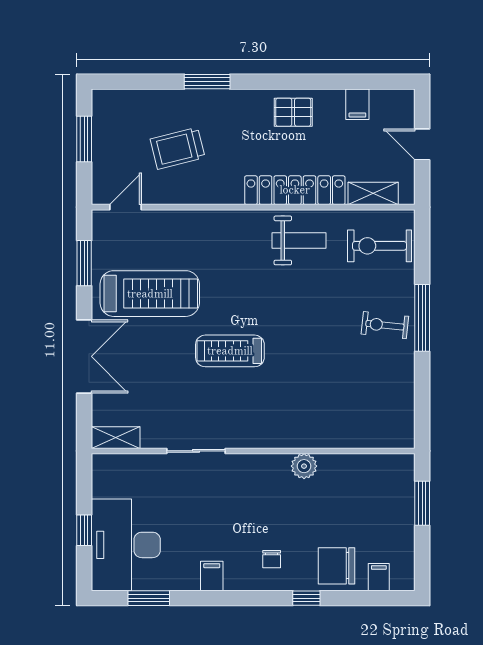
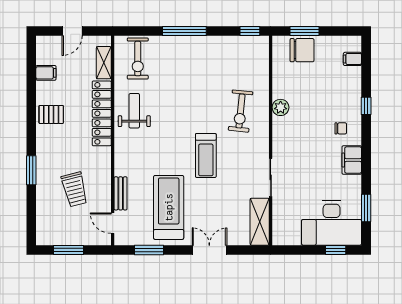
pallet: (293, 112) -> (51, 114), turned 90
bench: (171, 219) -> (121, 193), added
exercise bike: (385, 325) -> (241, 111), moved, width x1.38, depth x1.39
double door: (84, 356) -> (209, 250), width x0.73
window: (422, 419) -> (250, 31), added
shelving: (116, 438) -> (260, 222), width x1.50, depth x1.33
window: (84, 530) -> (336, 250), moved
chair: (337, 566) -> (302, 50), moved, turned -90
filing cabinet: (212, 576) -> (352, 160), width x2.00

